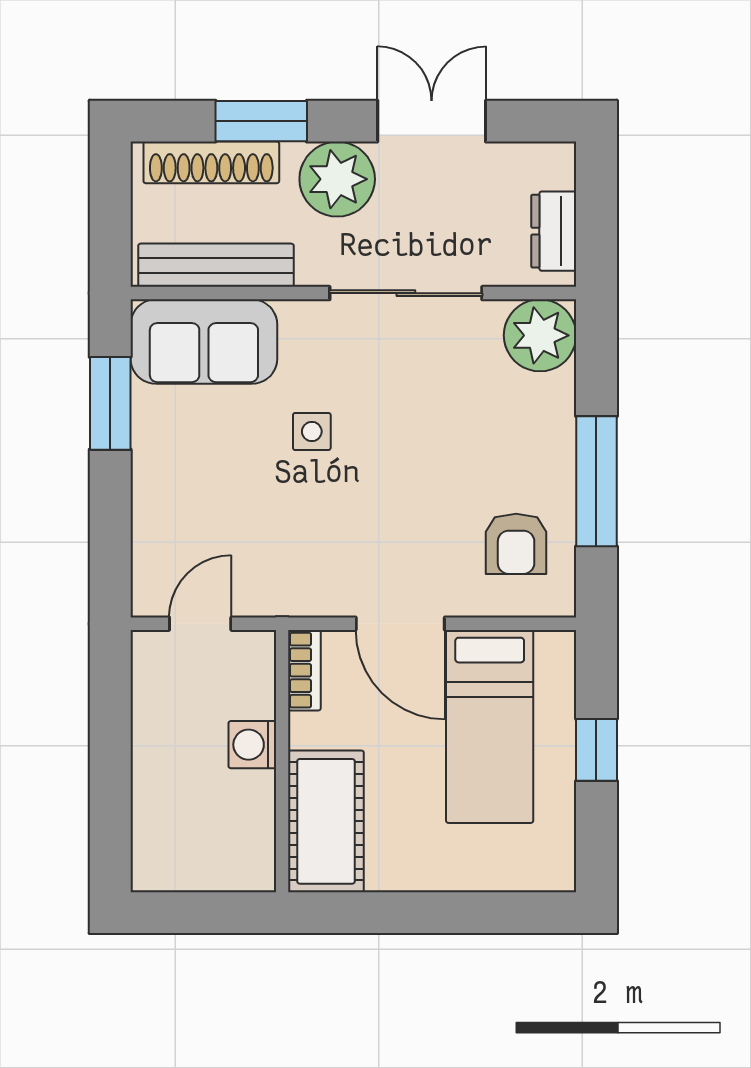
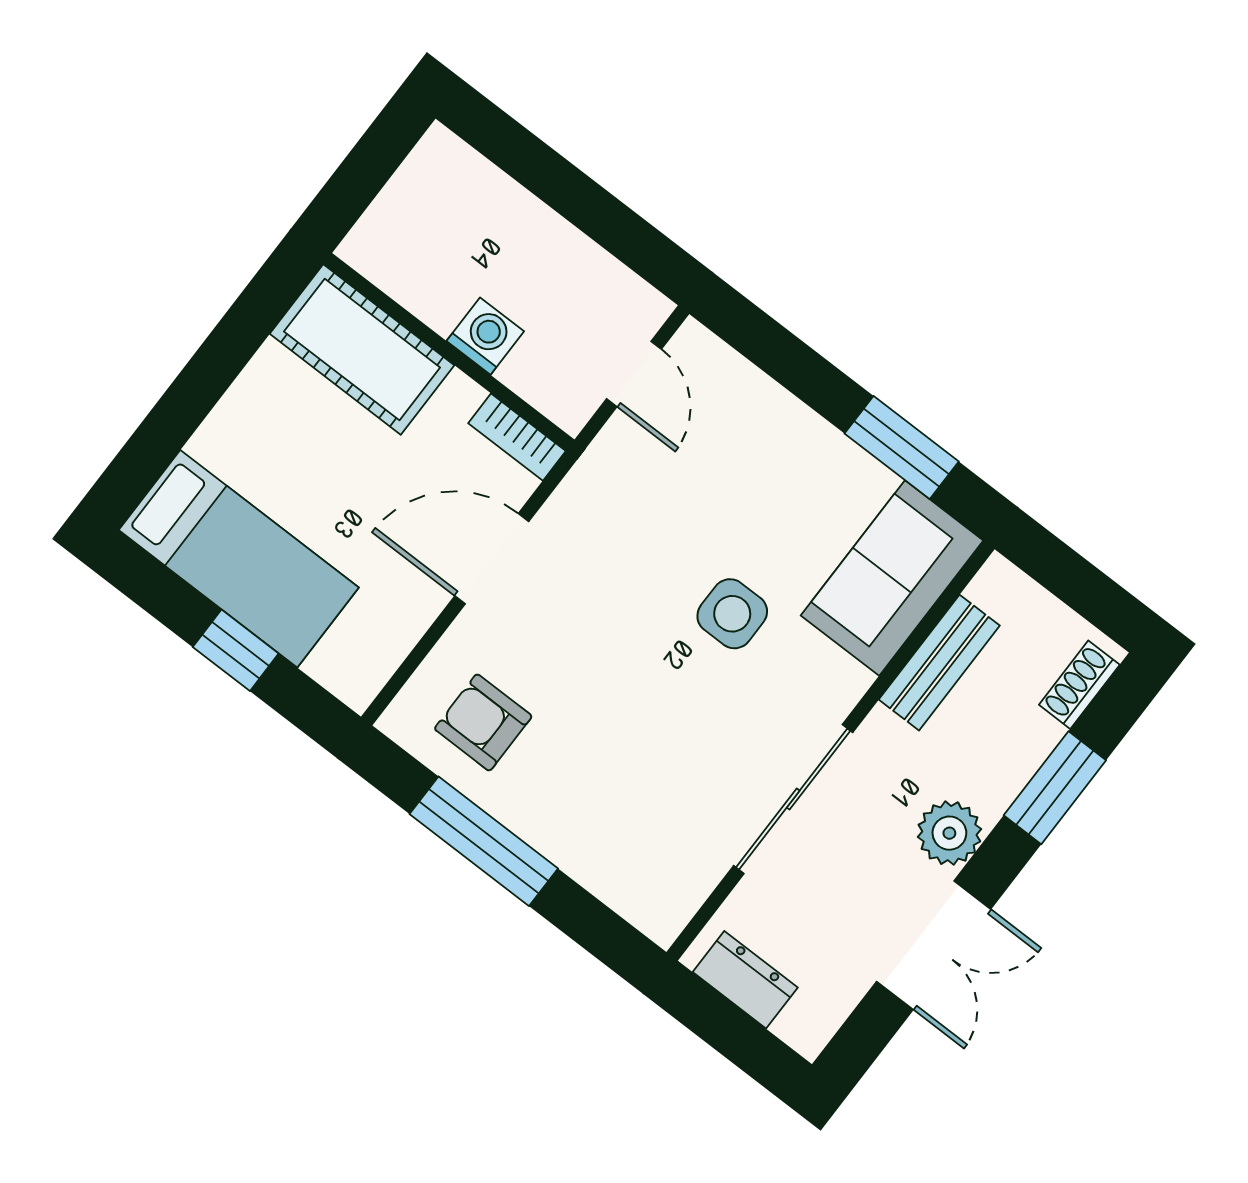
shoe rack: (211, 162) -> (1079, 685), width x0.51, depth x0.81
plant: (337, 179) -> (949, 833), width x0.73, depth x0.73
bench: (216, 265) -> (939, 663), width x0.73
plant: (540, 335) -> (659, 893), removed
side table: (312, 431) -> (732, 614), width x1.37, depth x1.37
bed: (490, 726) -> (239, 559), moved, turned 180

